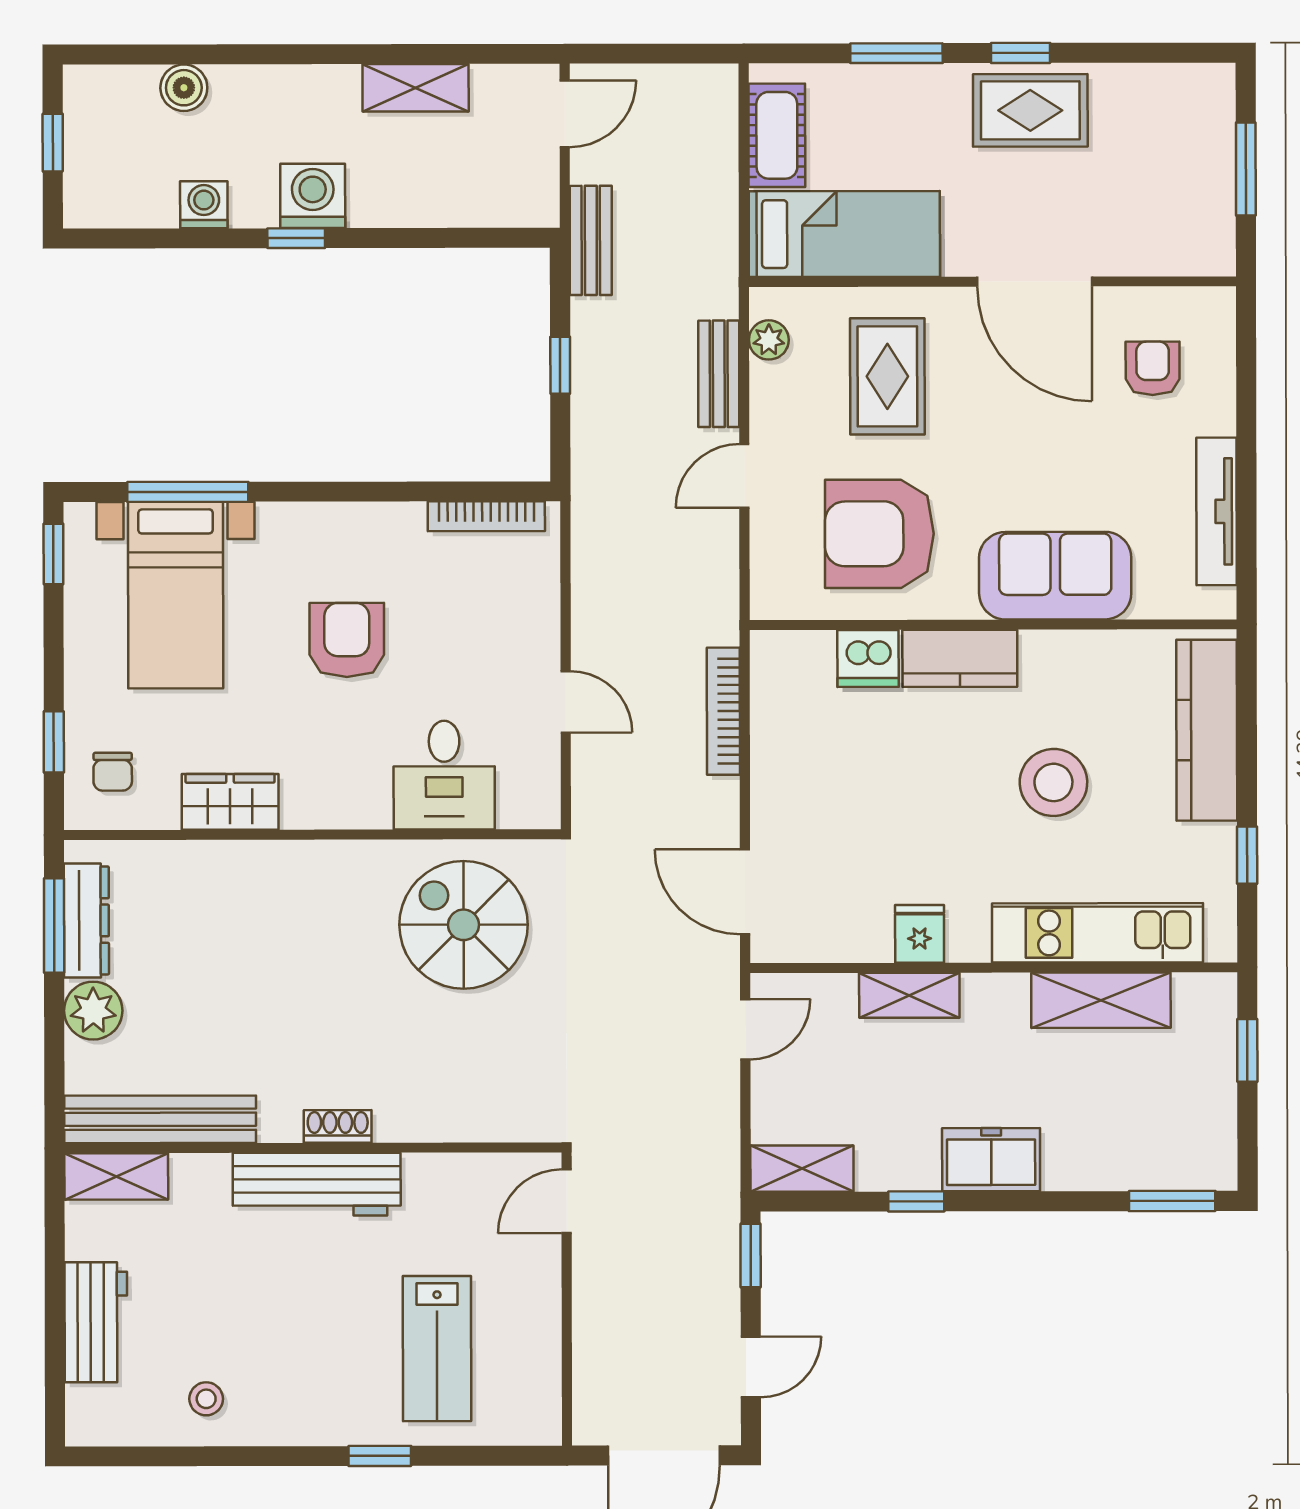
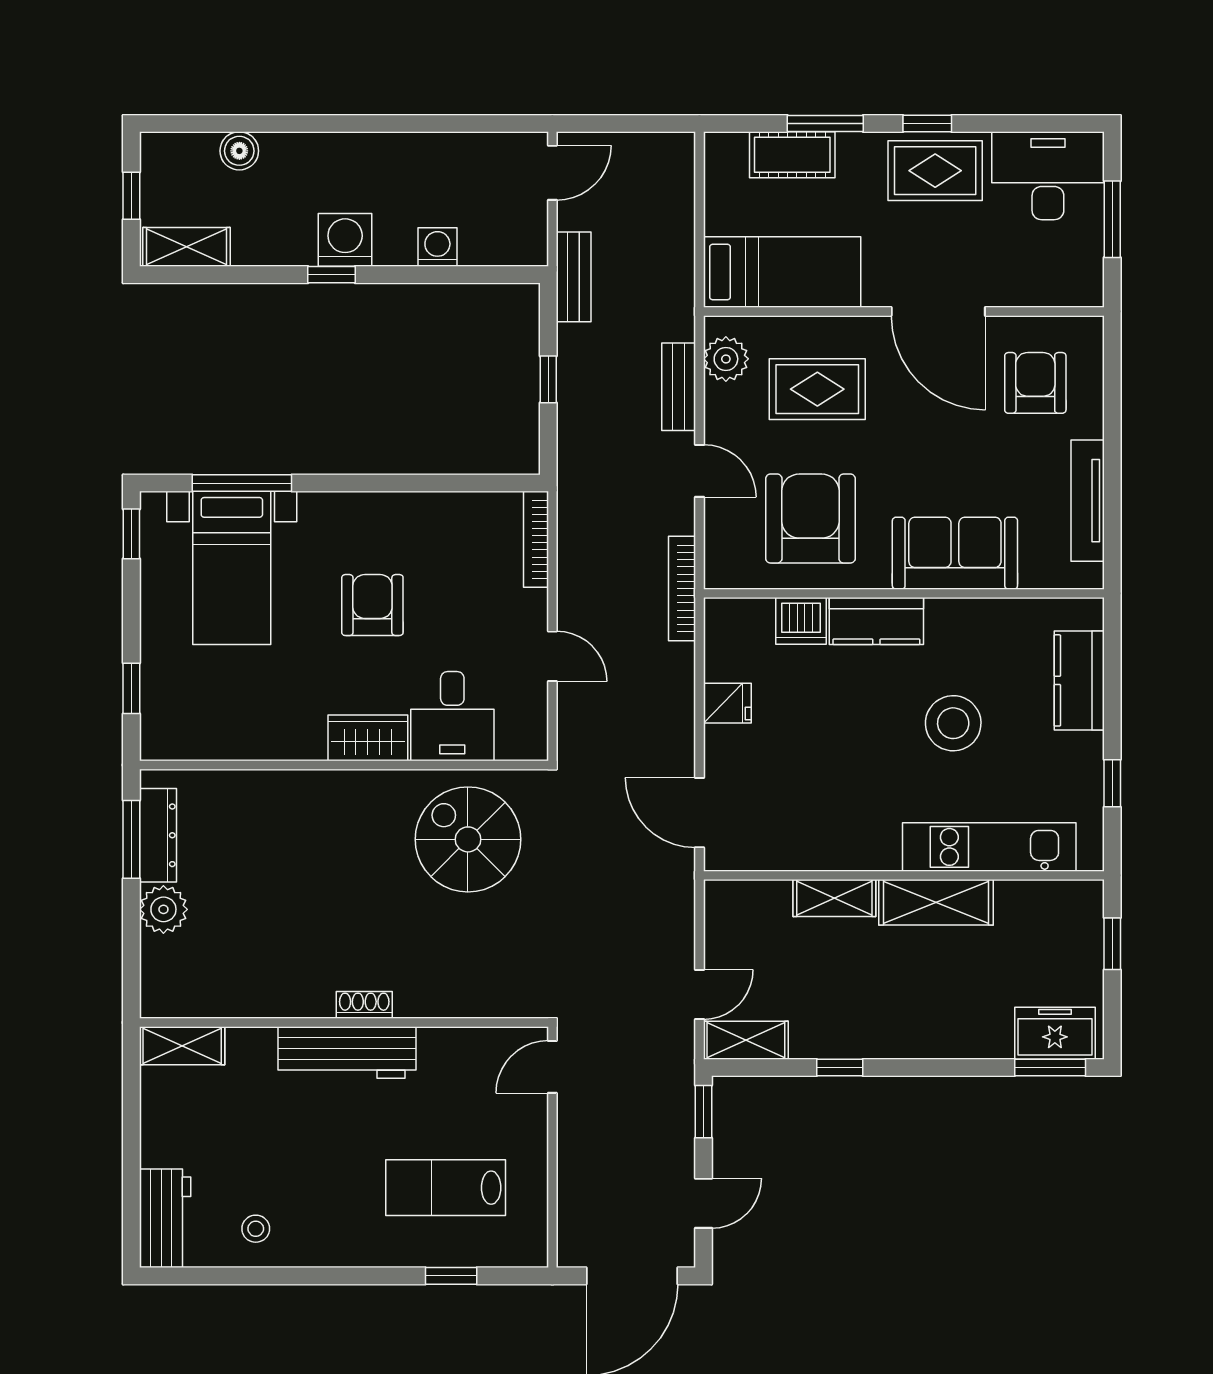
shelving: (416, 88) -> (186, 247), moved
desk: (1167, 116) -> (1048, 176), added
cot: (777, 135) -> (792, 155), moved, turned 90
washing machine: (204, 205) -> (437, 247), moved
plant: (769, 340) -> (726, 359), width x1.38, depth x1.38
armchair: (1153, 368) -> (1035, 383), width x1.38, depth x1.38
rug: (887, 376) -> (817, 389), turned 90
door: (744, 476) -> (699, 471), swing flipped
bookcase: (486, 516) -> (536, 539), moved, turned 90
armchair: (879, 534) -> (810, 519), turned 90
bookcase: (723, 711) -> (682, 588), moved
kitchen counter: (1207, 730) -> (1079, 680), width x0.67
chair: (113, 772) -> (180, 713), removed
wardrobe: (230, 802) -> (368, 738), moved
fridge: (920, 934) -> (727, 703), moved, turned 90
shelving: (1101, 1000) -> (936, 902), moved
door: (745, 1029) -> (699, 995), moved
bench: (160, 1119) -> (218, 999), removed
freezer: (991, 1160) -> (1055, 1033), moved
workbench: (96, 1322) -> (165, 1218), moved
lab bench: (437, 1349) -> (446, 1188), turned 90
window: (380, 1456) -> (451, 1276), moved

